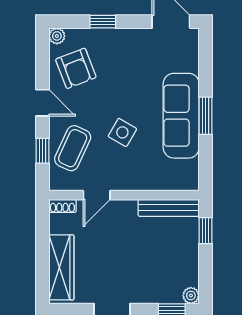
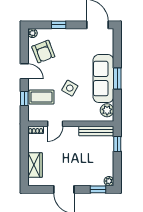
coffee table: (73, 148) -> (41, 97), turned 65
plant: (188, 171) -> (107, 110), added
wardrobe: (61, 267) -> (35, 165), width x0.67

